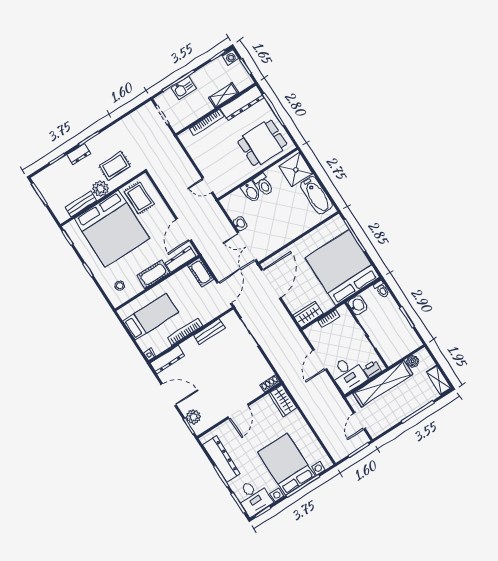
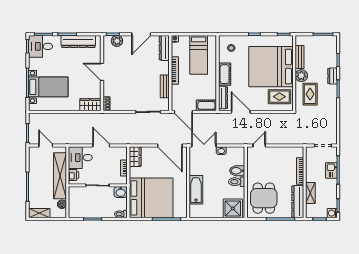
bathtub: (316, 195) -> (196, 190), moved, turned 90
bed with nightstands: (286, 464) -> (48, 87), width x0.73

